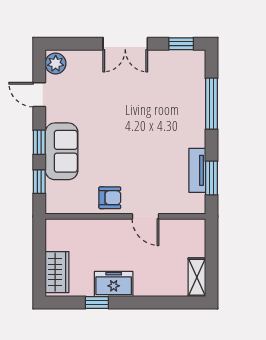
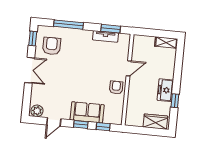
armchair: (171, 78) -> (52, 46), added

